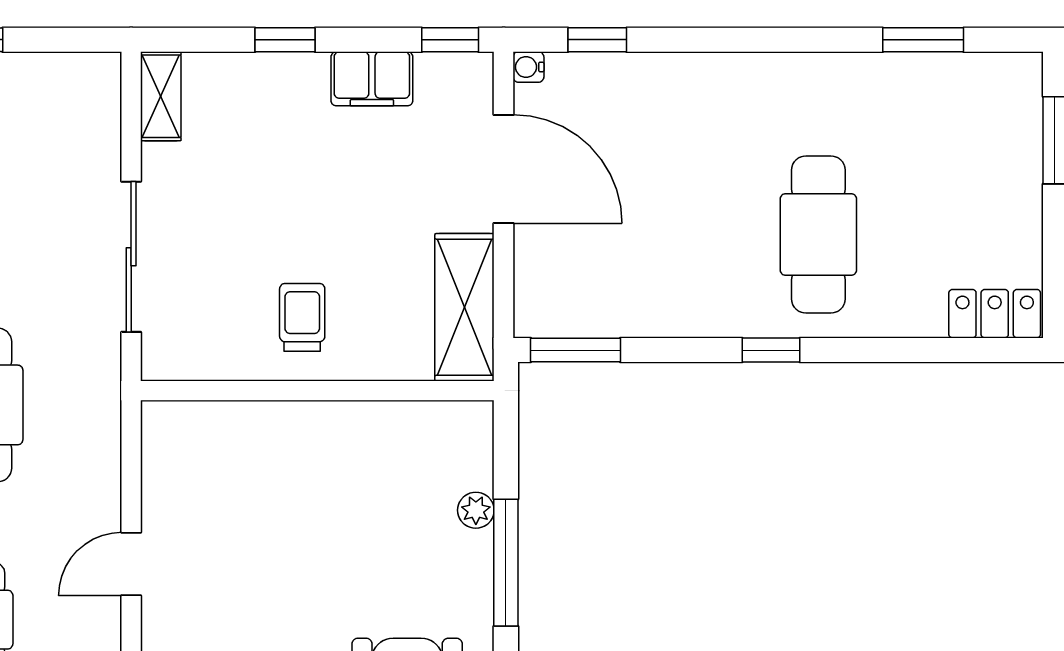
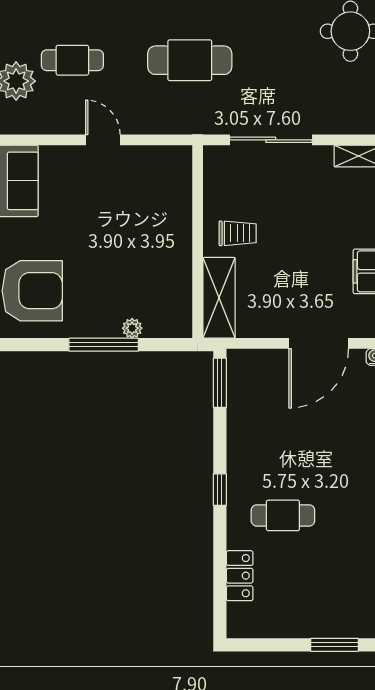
cafe table: (818, 234) -> (283, 515), width x0.73, depth x0.74
shelving: (464, 307) -> (219, 298), moved, turned 90
locker: (995, 314) -> (240, 576), moved

